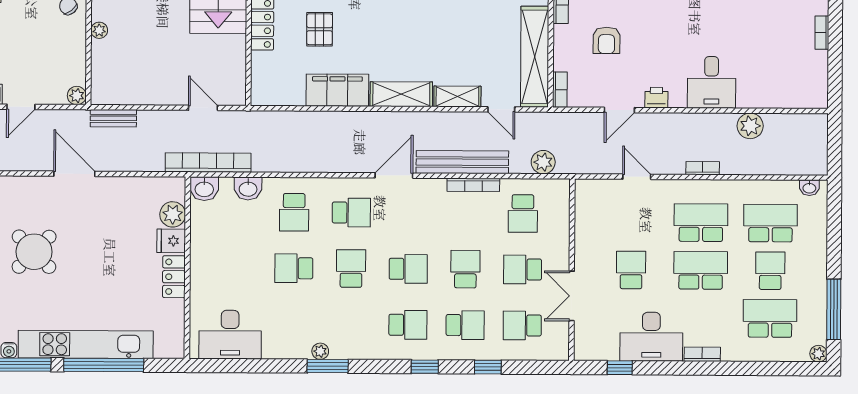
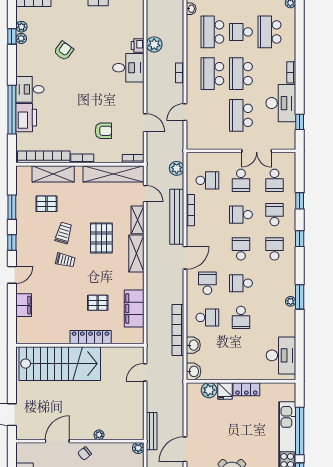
pallet: (428, 36) -> (101, 238), added
filing cabinet: (337, 90) -> (134, 308), moved
printer: (656, 98) -> (138, 45), moved
door: (501, 109) -> (145, 194), hinge flipped
bench: (113, 118) -> (152, 431), width x1.36
bookcase: (208, 163) -> (178, 330), moved
door: (394, 175) -> (185, 258), swing flipped
school desk: (631, 270) -> (241, 115), width x1.85

